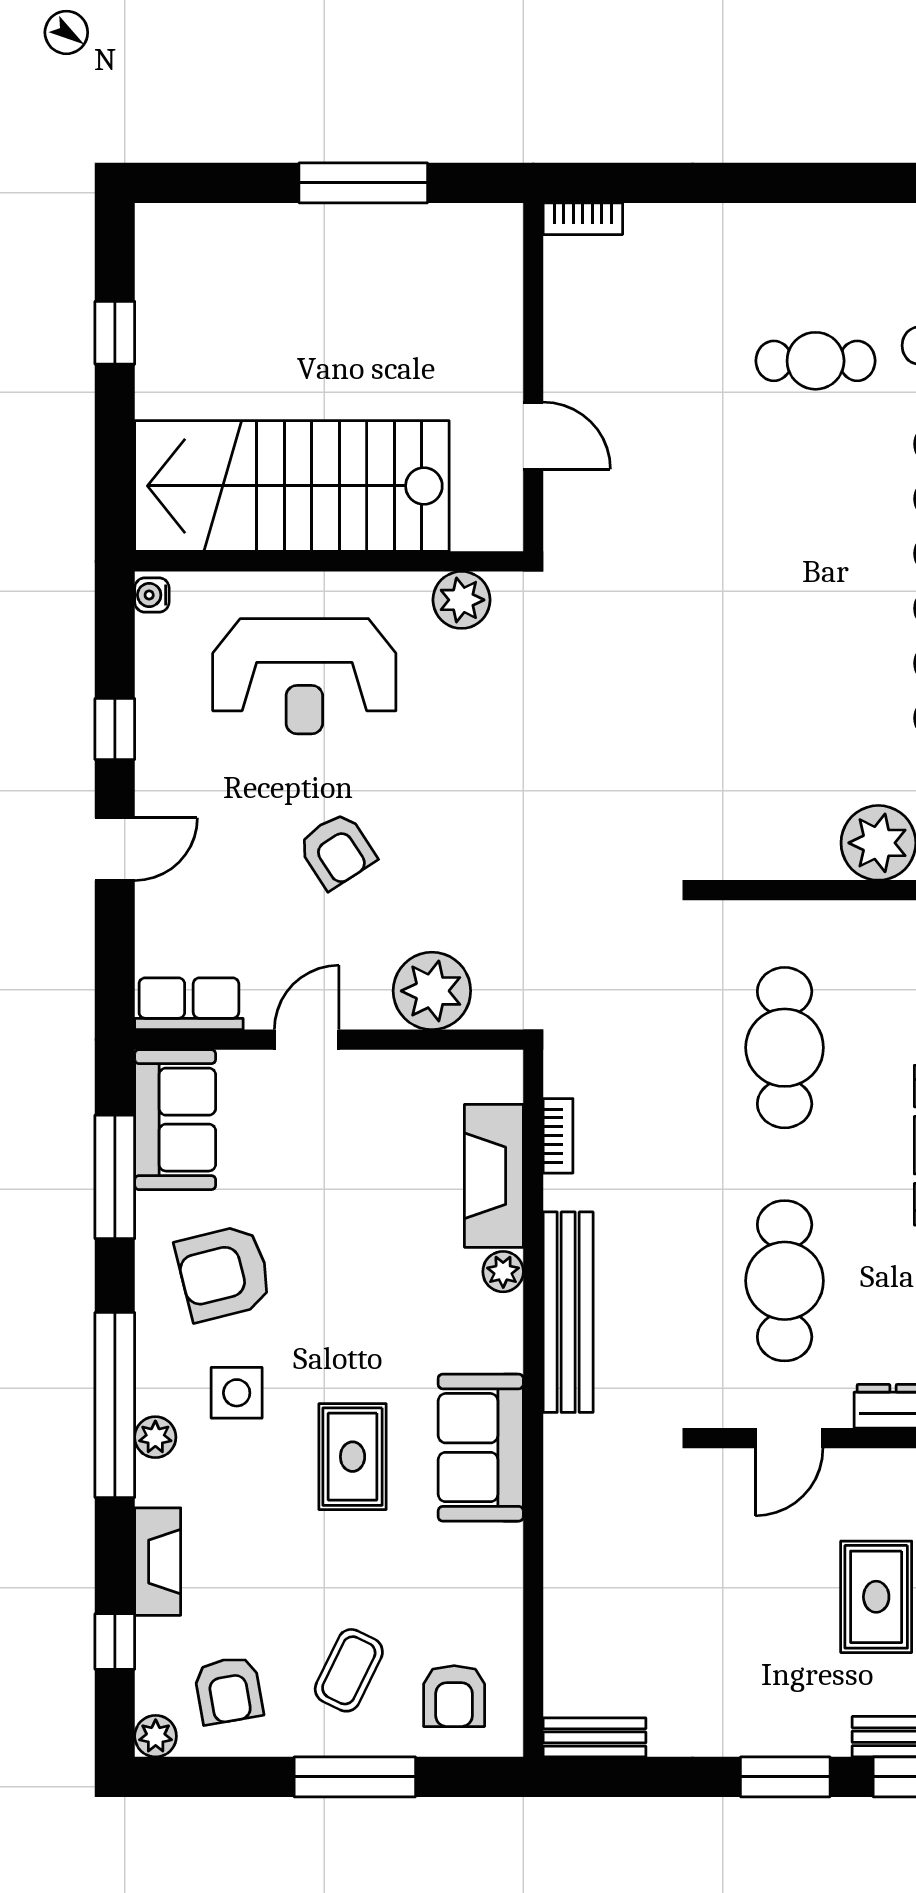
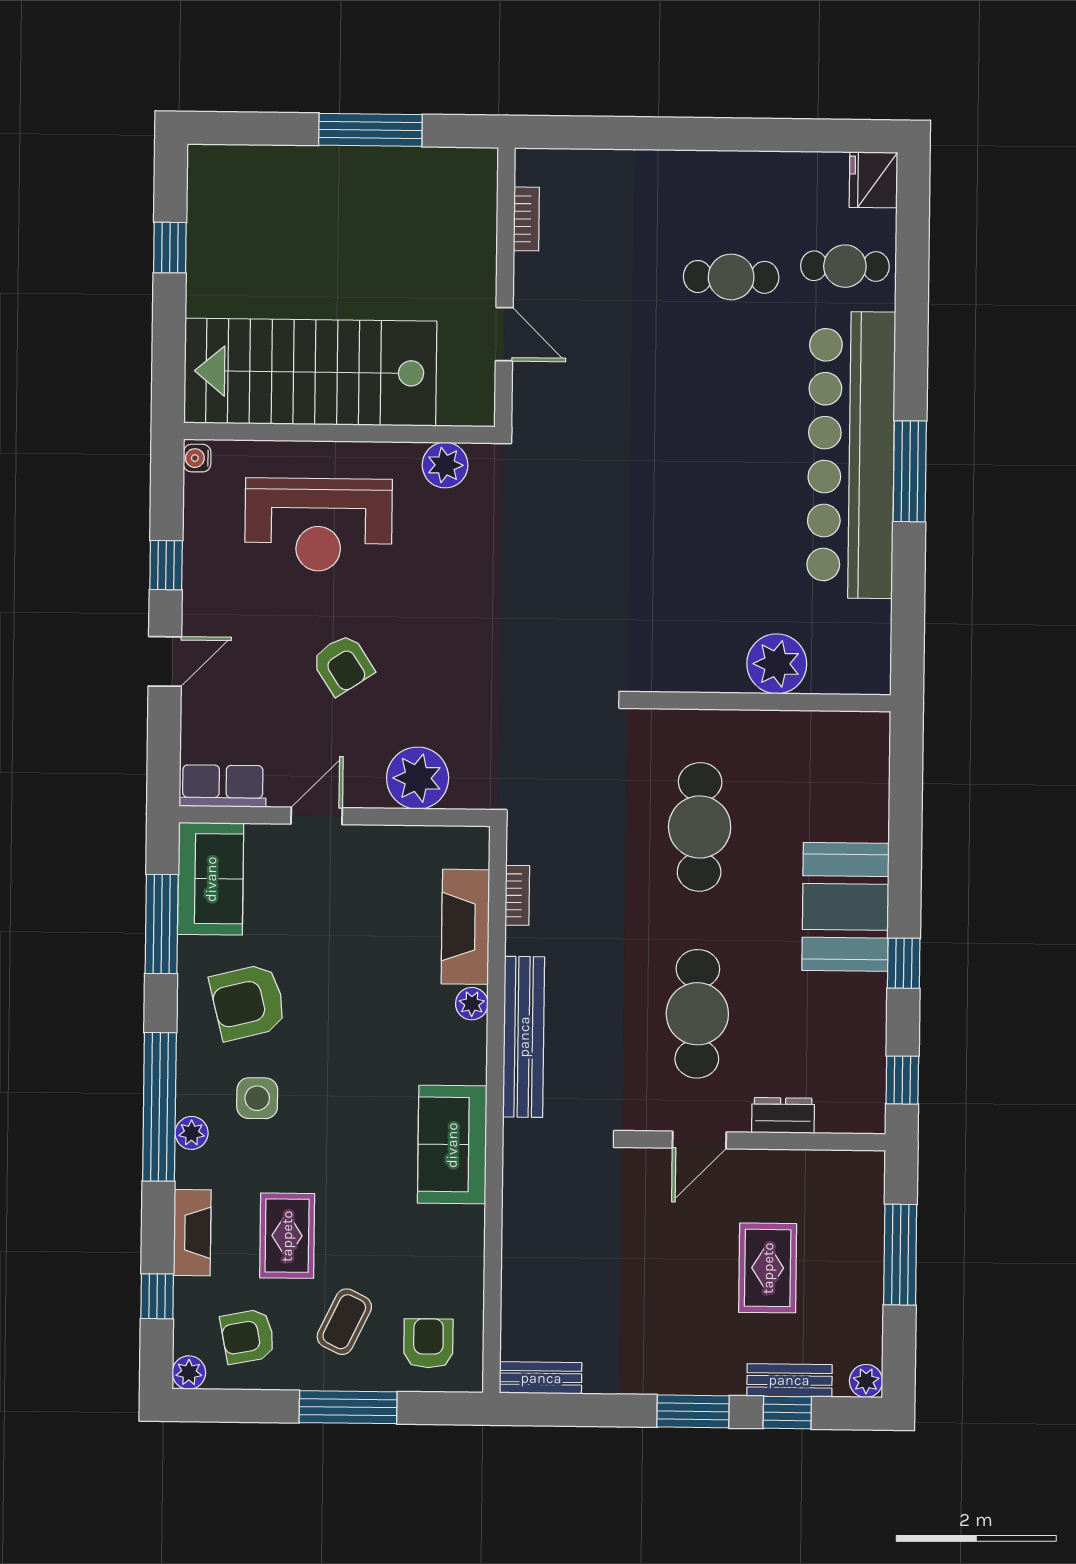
bookcase: (583, 219) -> (526, 219), moved, turned -90
rug: (353, 1457) -> (287, 1236), moved
armchair: (229, 1690) -> (248, 1336), turned 89
armchair: (454, 1696) -> (428, 1343), turned 180

